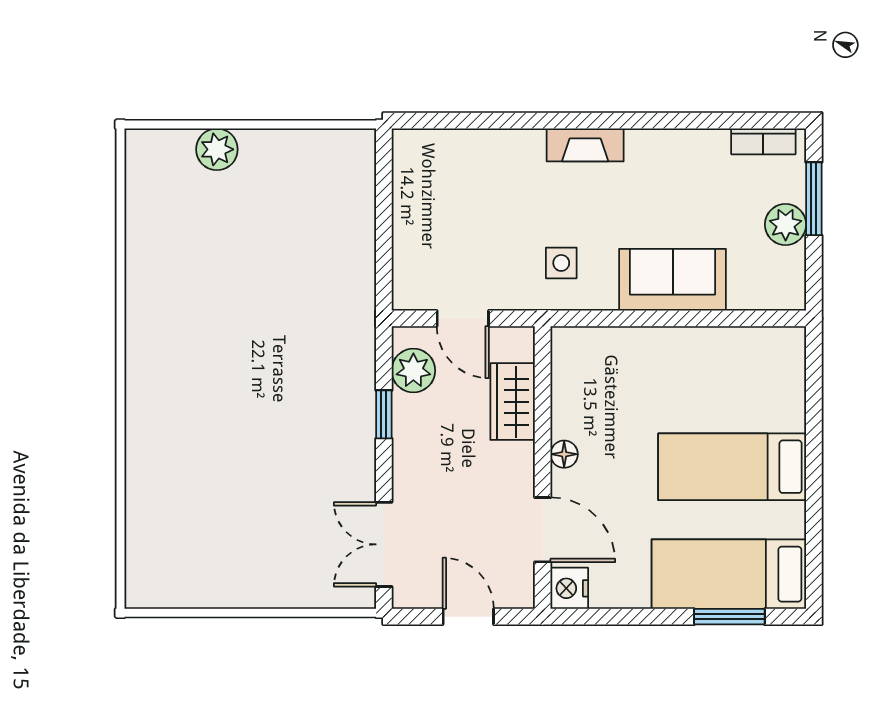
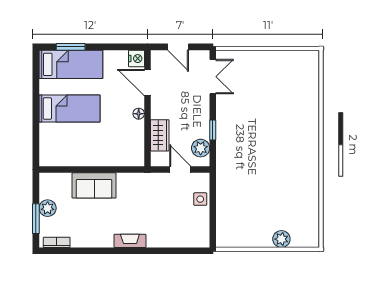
side table: (561, 263) -> (200, 199), moved

